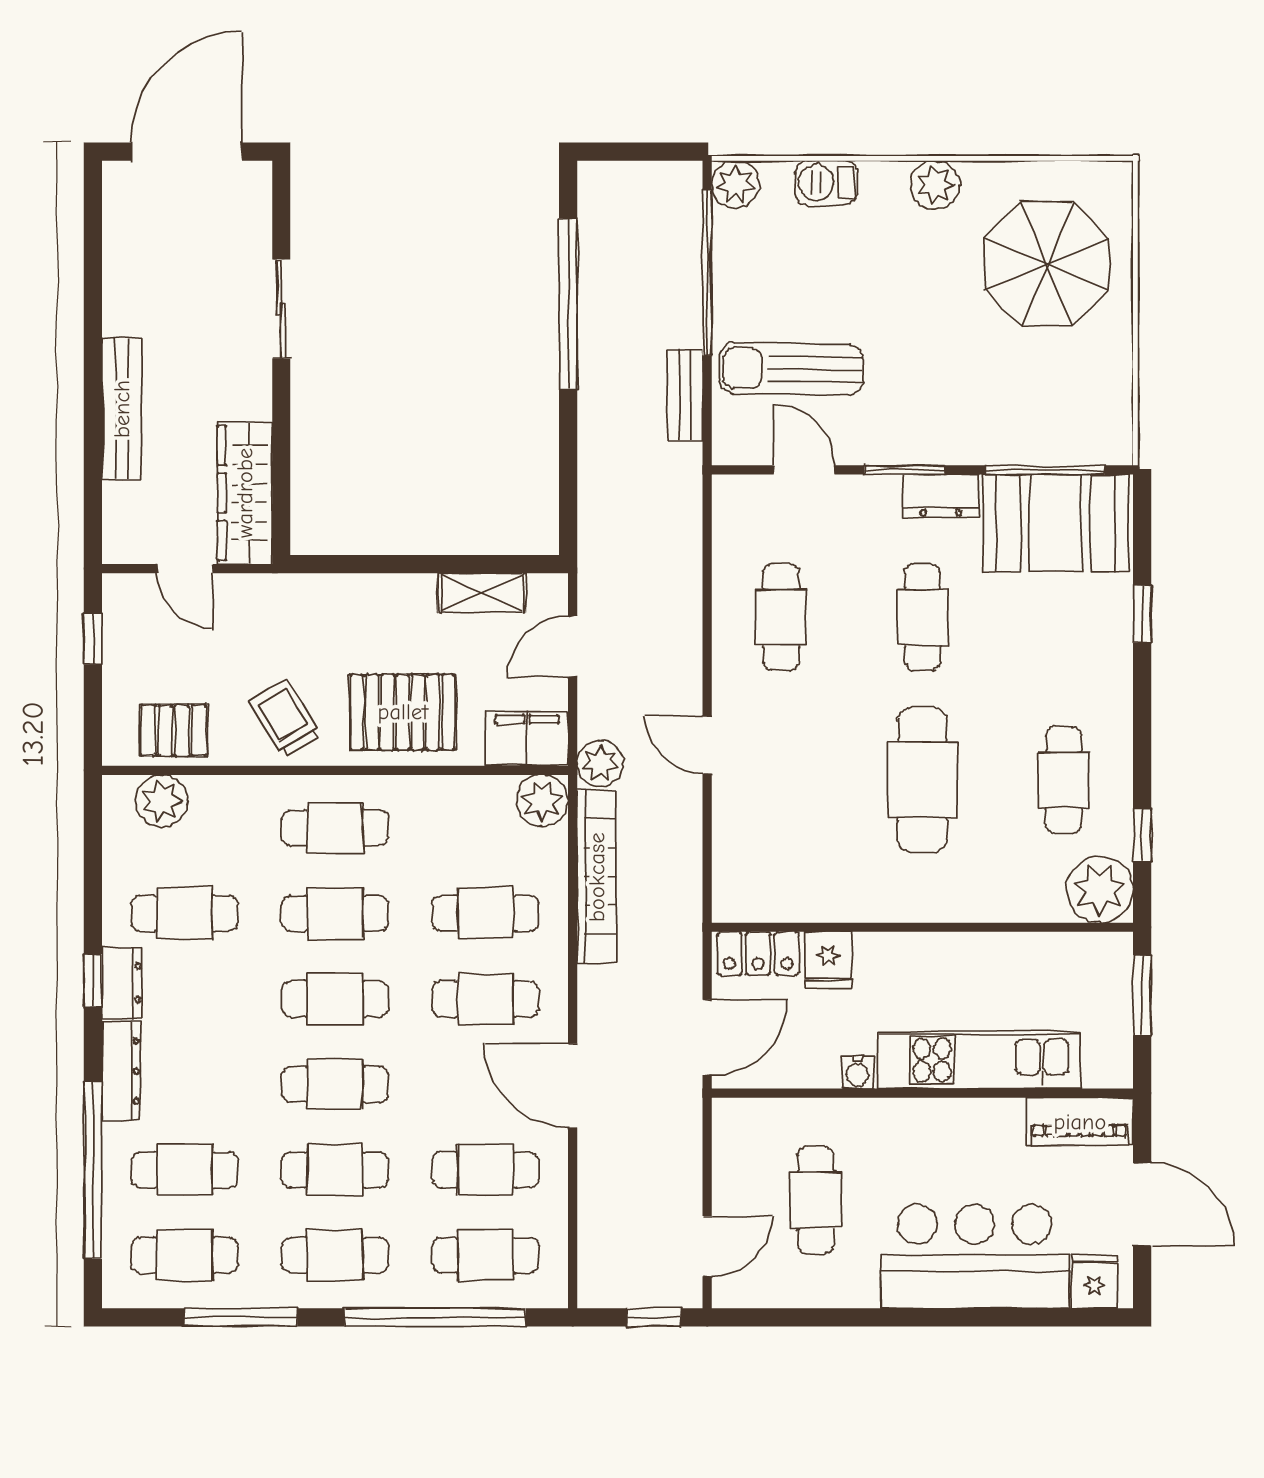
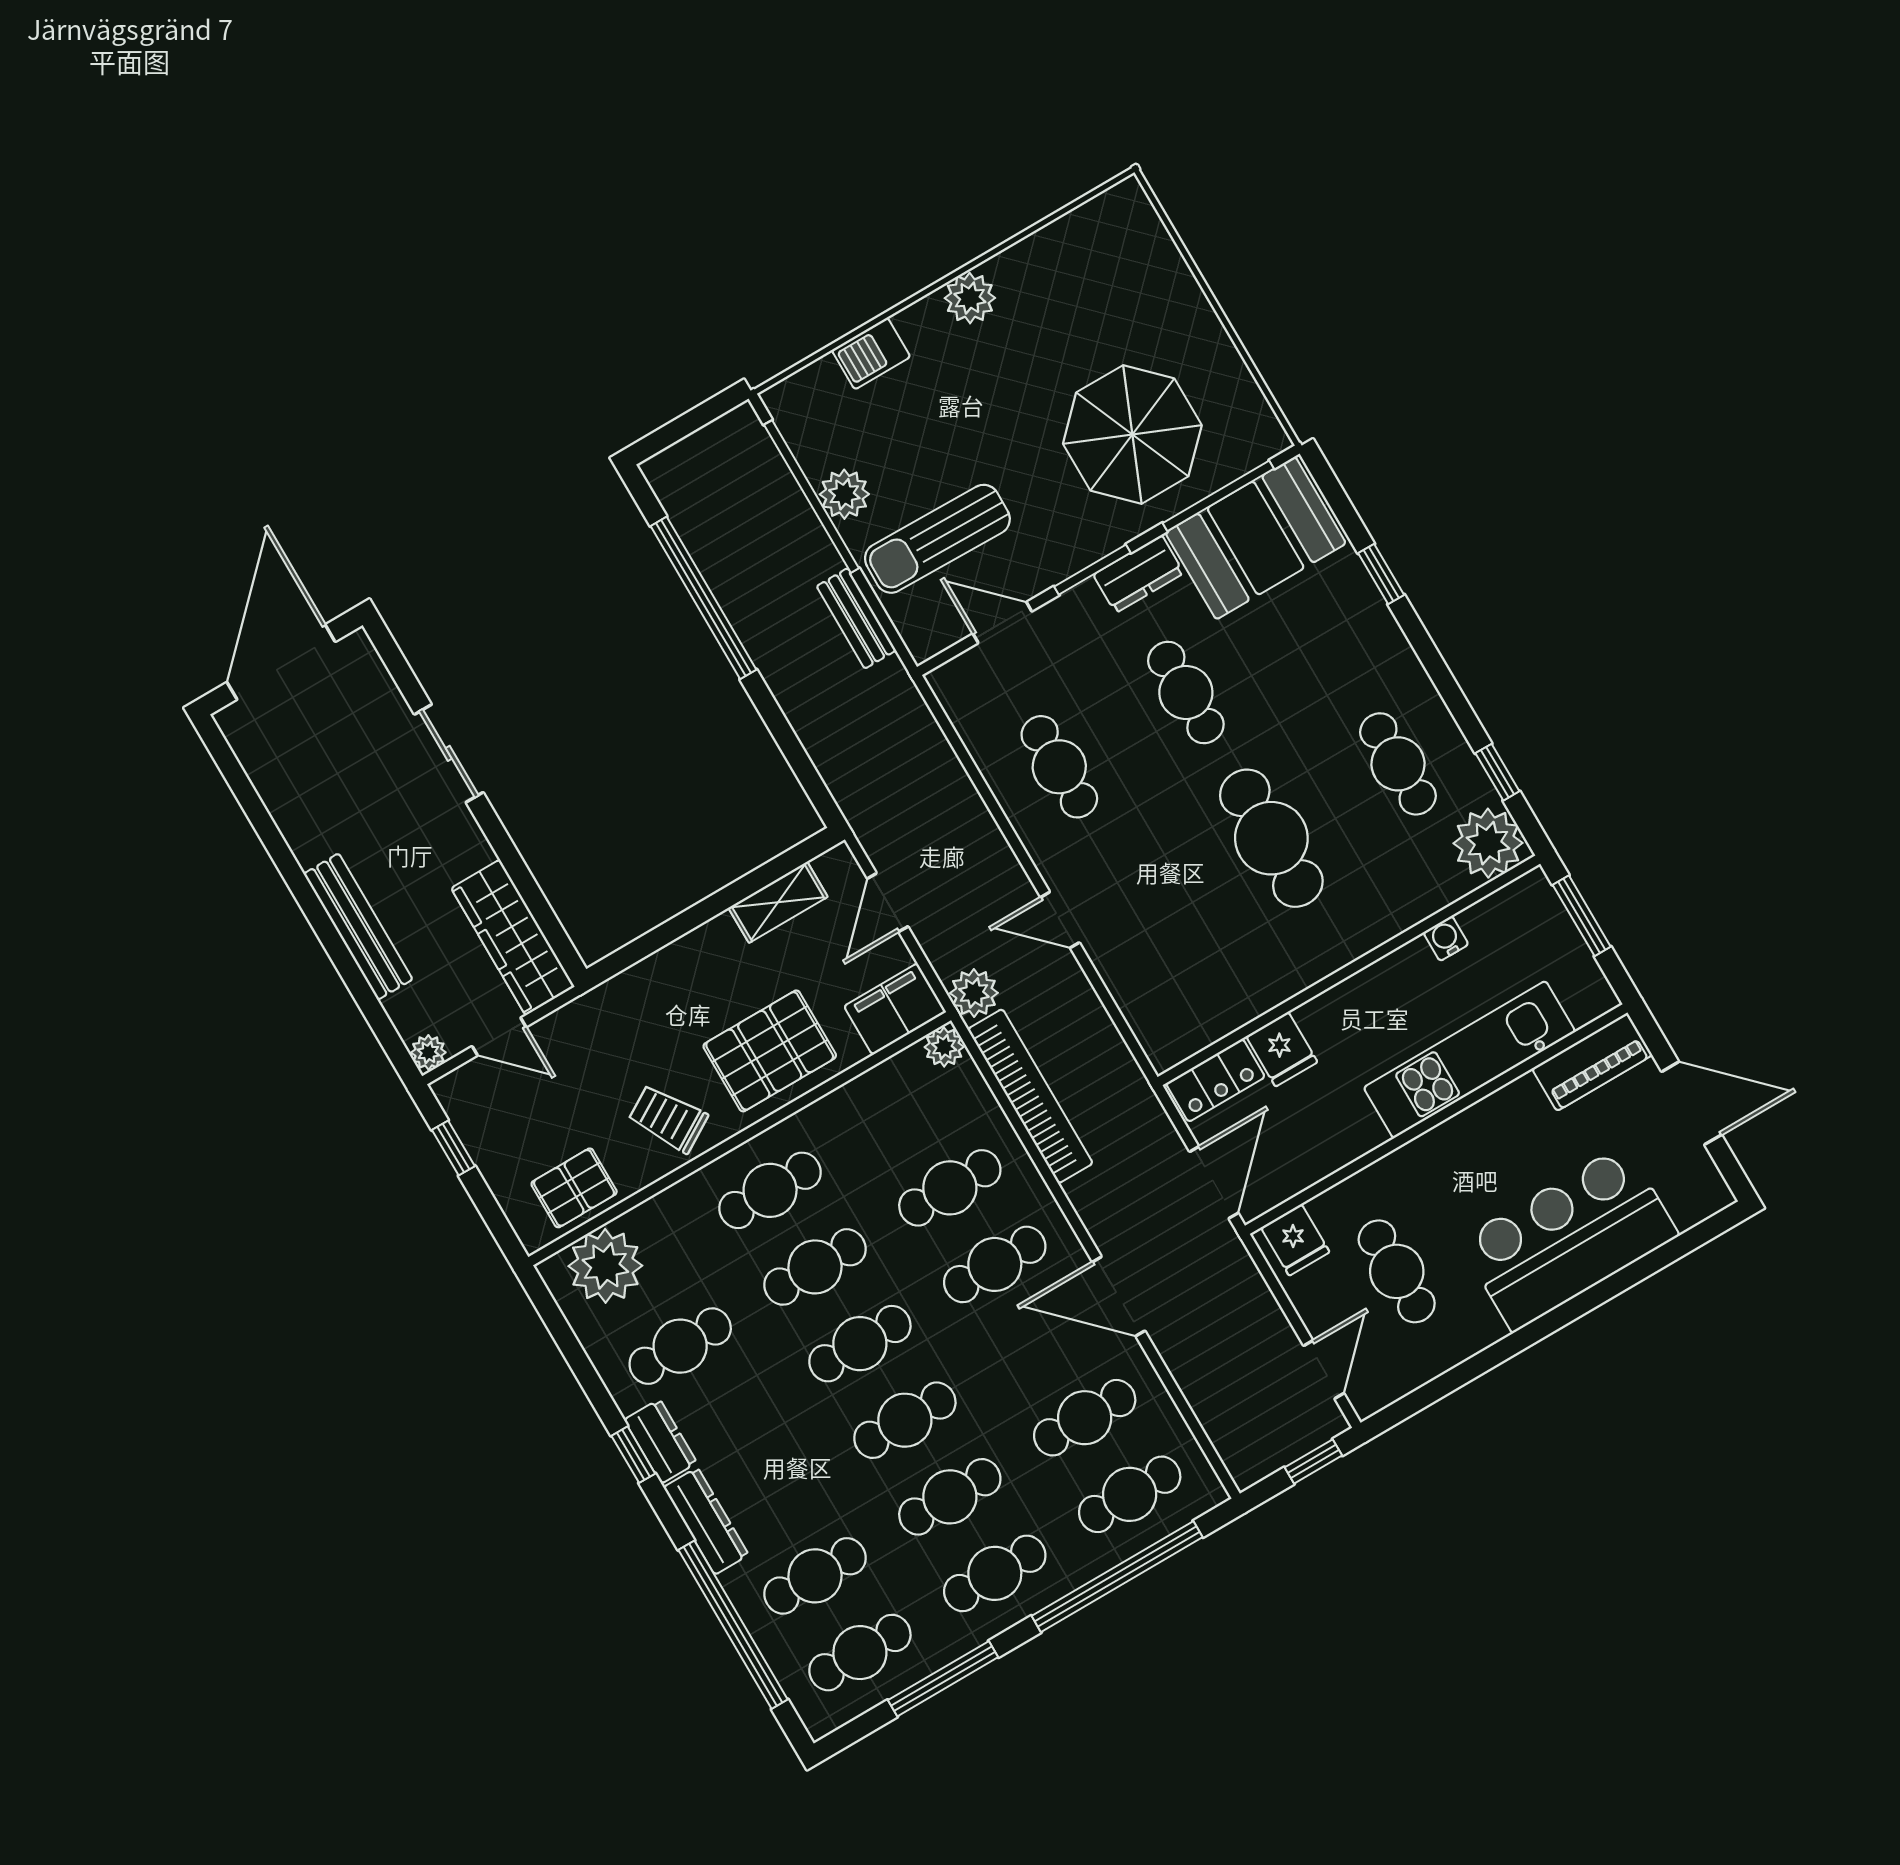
plant: (736, 184) -> (844, 494), moved
parasol: (1047, 264) -> (1132, 434), moved
plant: (119, 547) -> (428, 1052), added
plant: (162, 801) -> (605, 1266), width x1.36, depth x1.36
plant: (542, 801) -> (944, 1047), width x0.73, depth x0.73
water cooler: (857, 1072) -> (1446, 938), moved, turned 180
fridge: (1094, 1281) -> (1295, 1240), moved, turned 180

